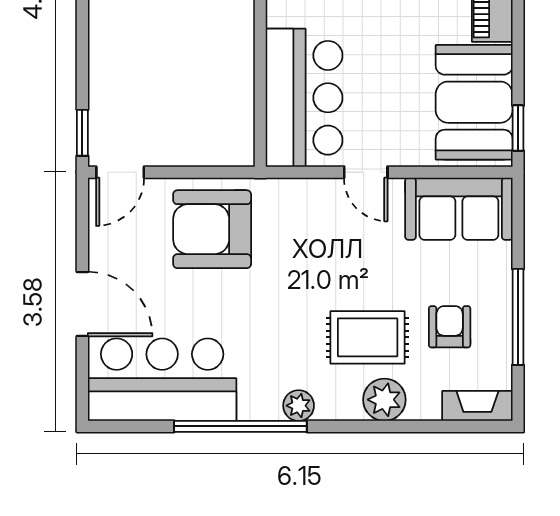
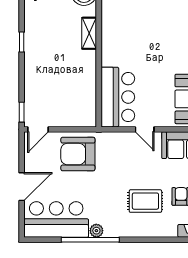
door: (82, 304) -> (22, 187), hinge flipped
plant: (384, 400) -> (153, 228), removed
plant: (299, 406) -> (96, 231), moved

